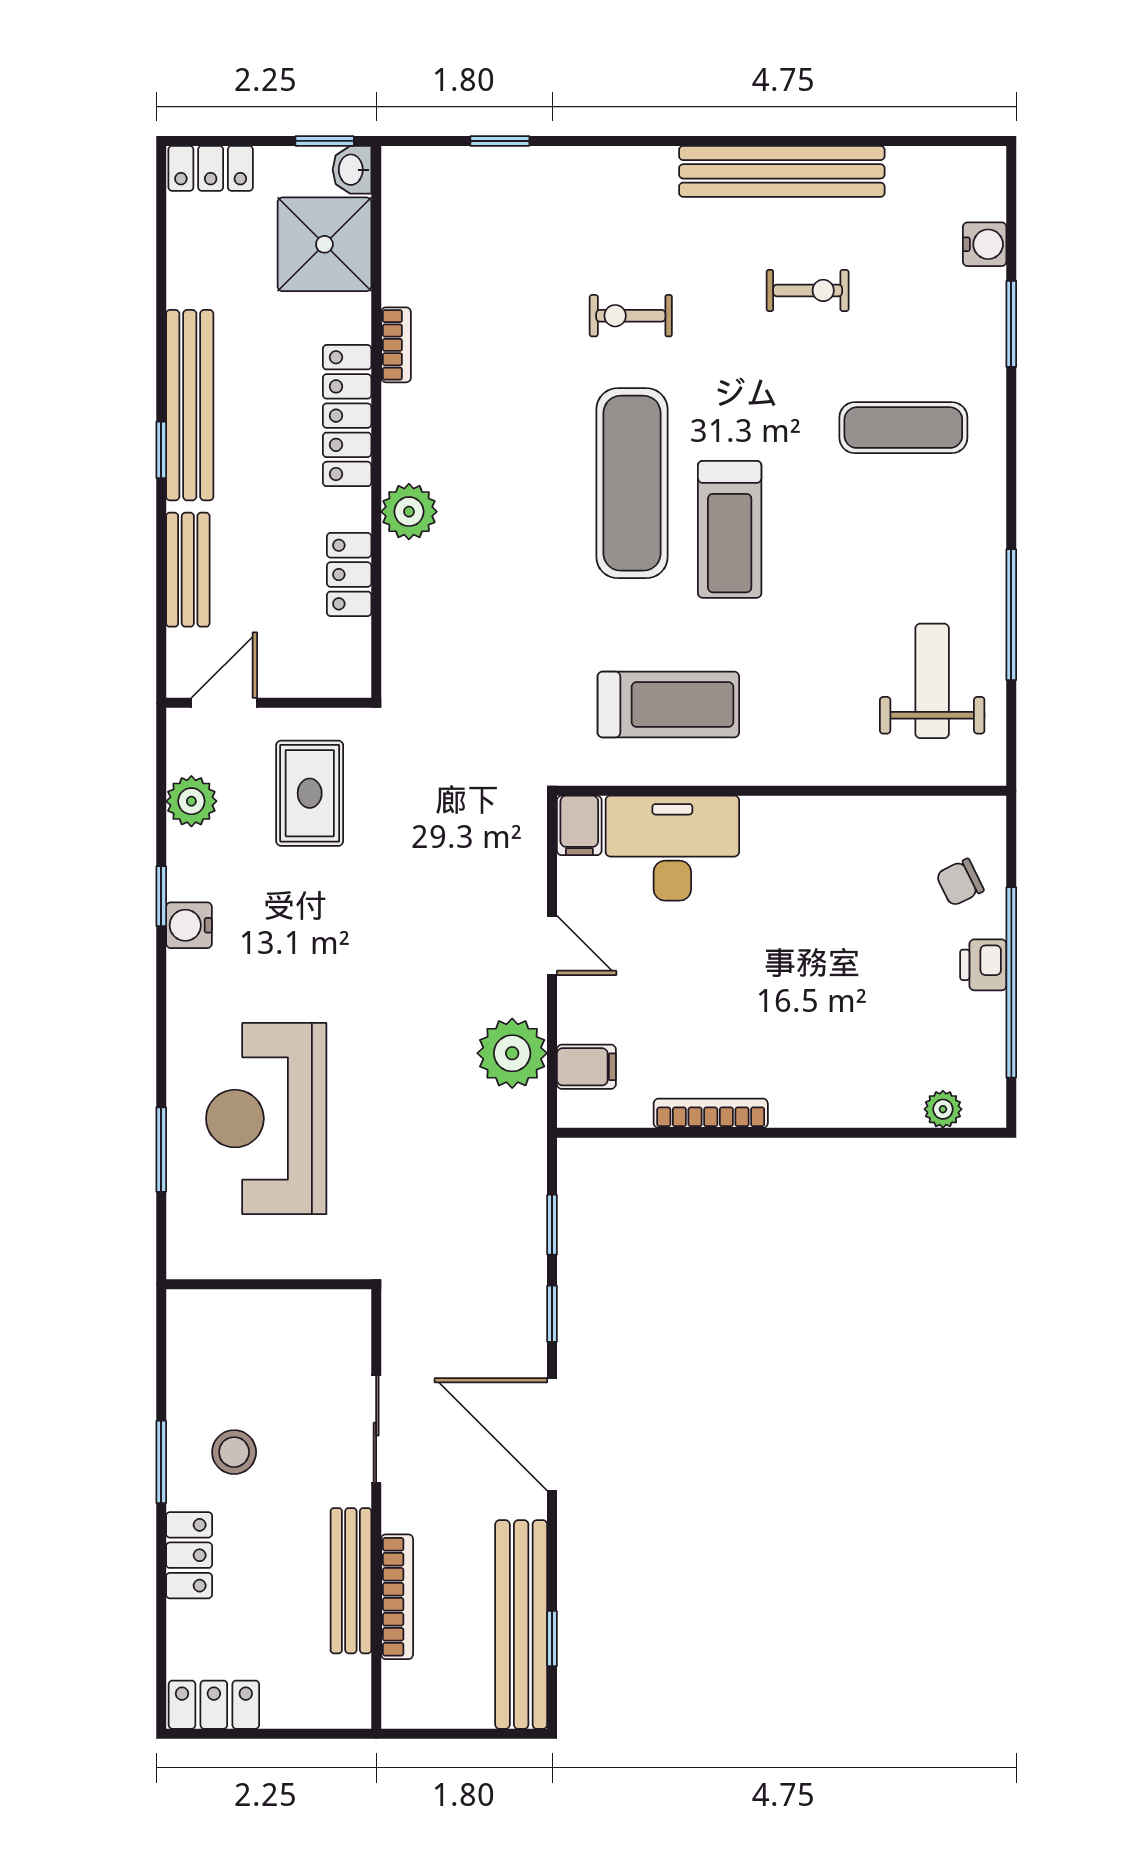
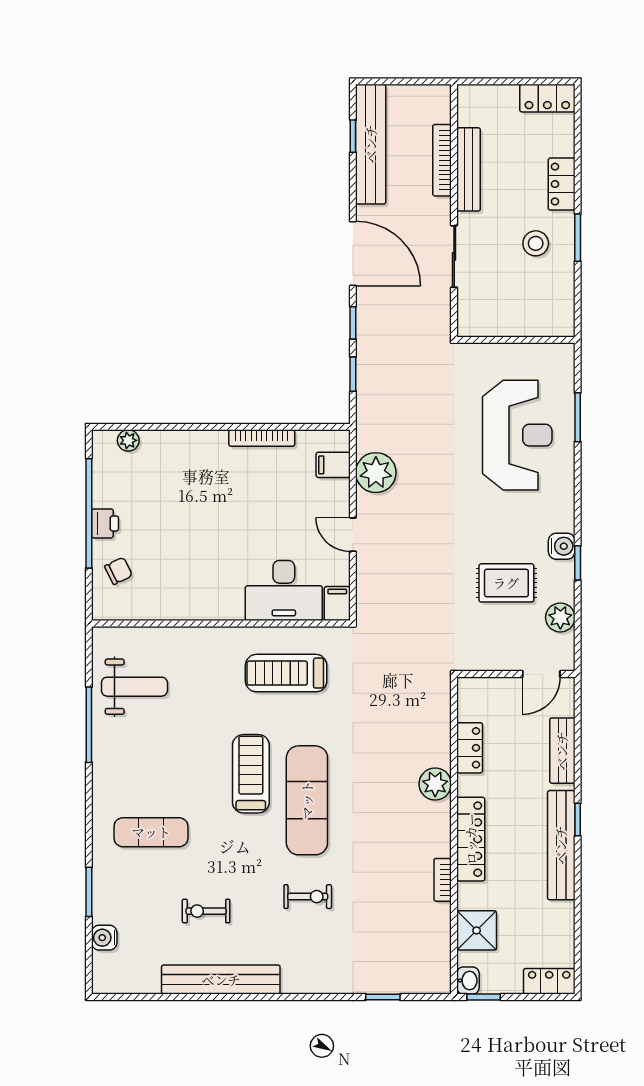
shower: (324, 244) -> (477, 930), width x0.73, depth x0.73
weight bench: (932, 681) -> (134, 687), turned -90
rug: (310, 793) -> (506, 583), moved, turned 90

